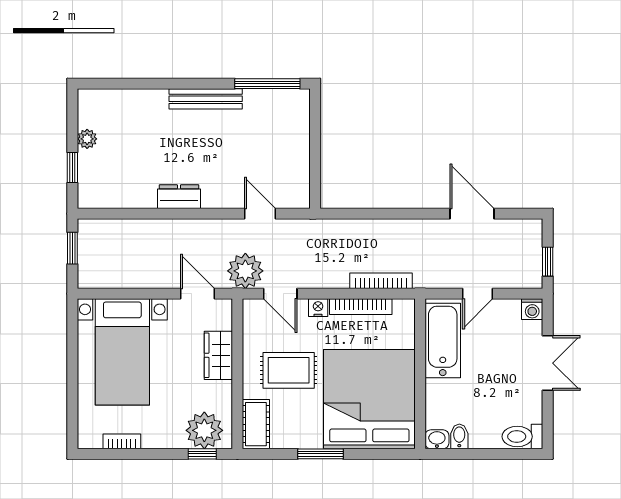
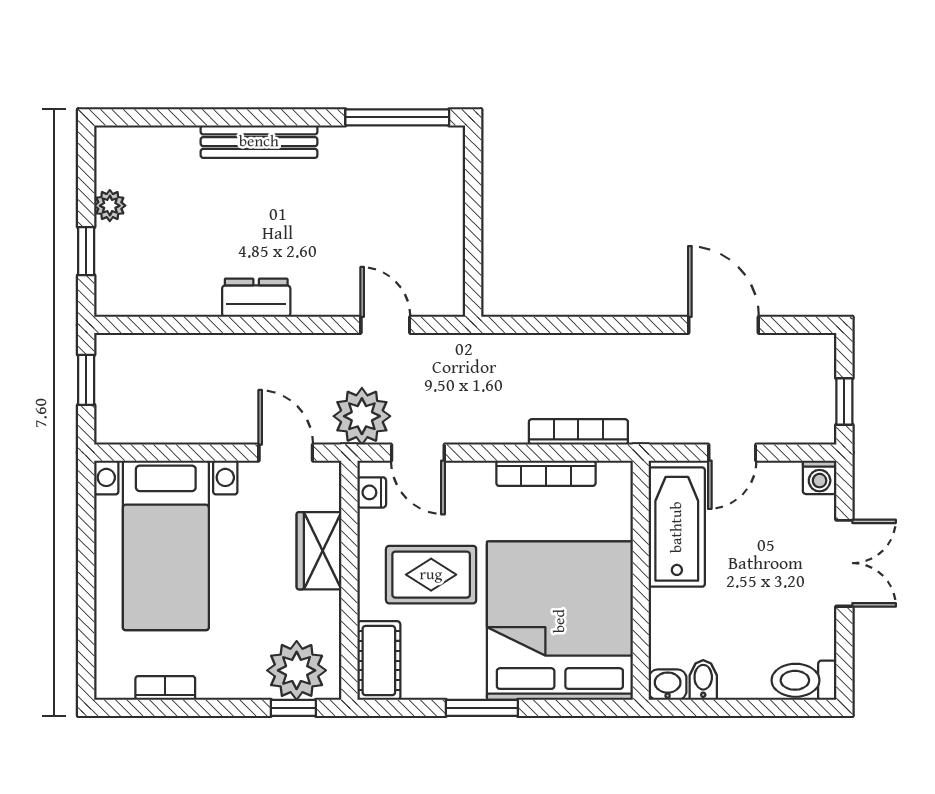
bench: (206, 99) -> (259, 142), moved
nightstand: (318, 308) -> (372, 492), moved, turned -90

